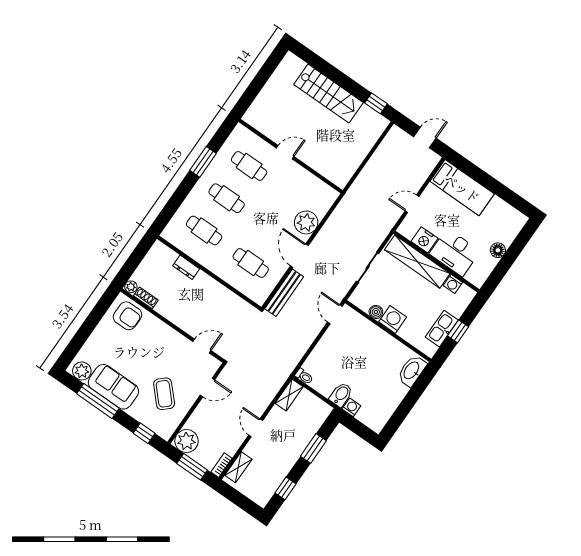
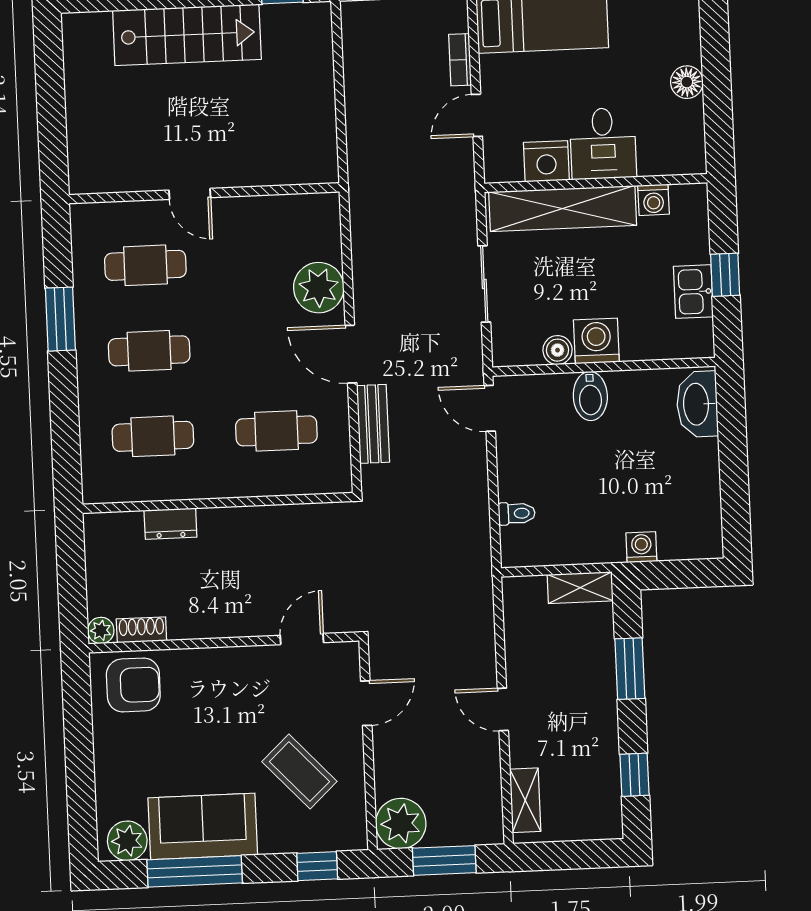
door: (285, 152) -> (190, 194), swing flipped
desk: (455, 252) -> (603, 144), width x0.73
bench: (284, 293) -> (373, 424), width x0.73
kitchen sink: (442, 329) -> (693, 292), width x0.73
toilet: (304, 376) -> (517, 513), moved
shelving: (289, 395) -> (580, 588), moved, turned 90
bidet: (341, 395) -> (590, 396), moved, turned 180
bookcase: (222, 465) -> (460, 60), moved

